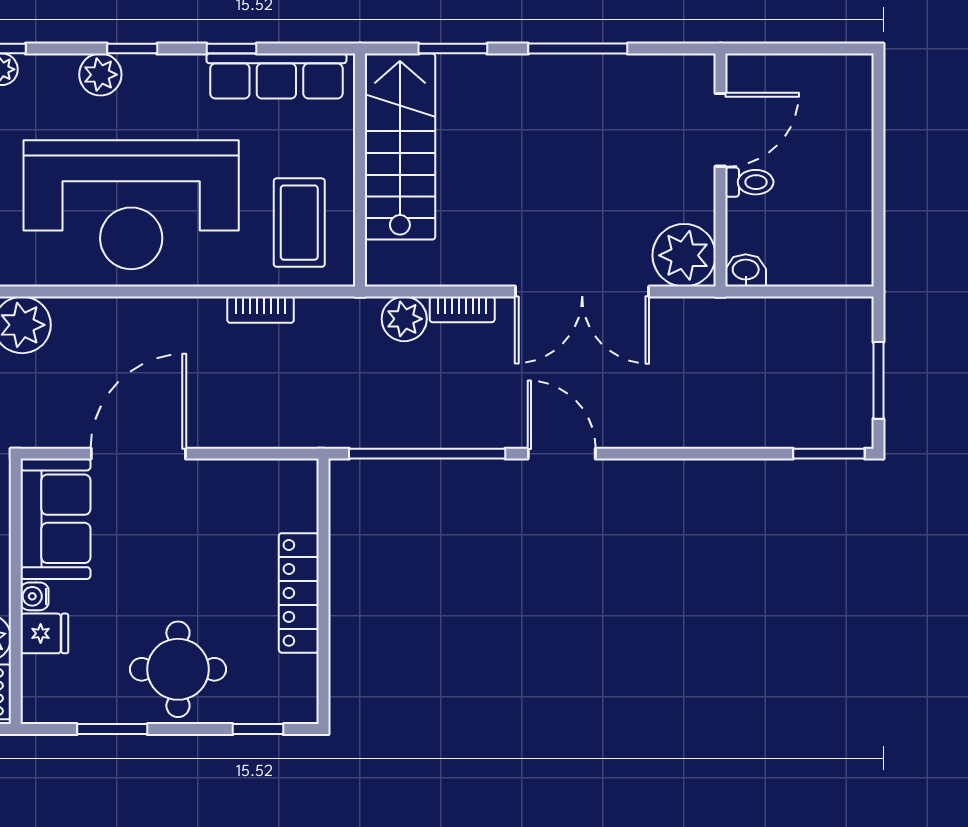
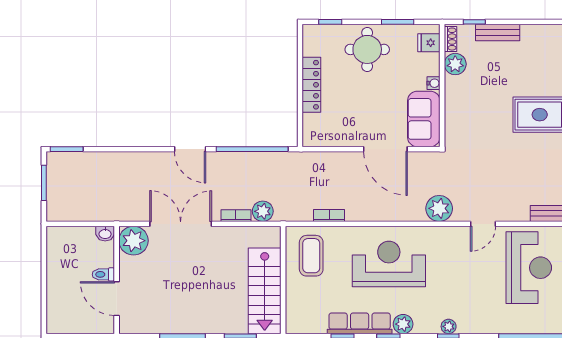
row of seats: (276, 76) -> (360, 323), moved
door: (720, 130) -> (117, 299), hinge flipped
reception desk: (131, 205) -> (389, 264), width x0.74, depth x0.77
door: (138, 454) -> (385, 149), hinge flipped
fridge: (44, 633) -> (429, 43), moved

